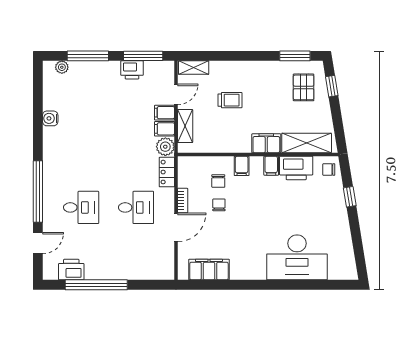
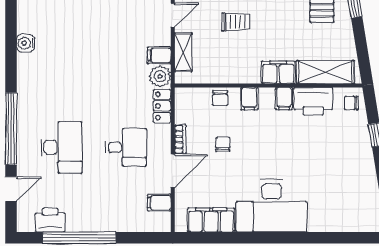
filing cabinet: (164, 113) -> (159, 203), moved
chair: (218, 181) -> (220, 98), moved
desk: (81, 207) -> (62, 147), width x1.37
desk: (297, 257) -> (271, 206), moved

